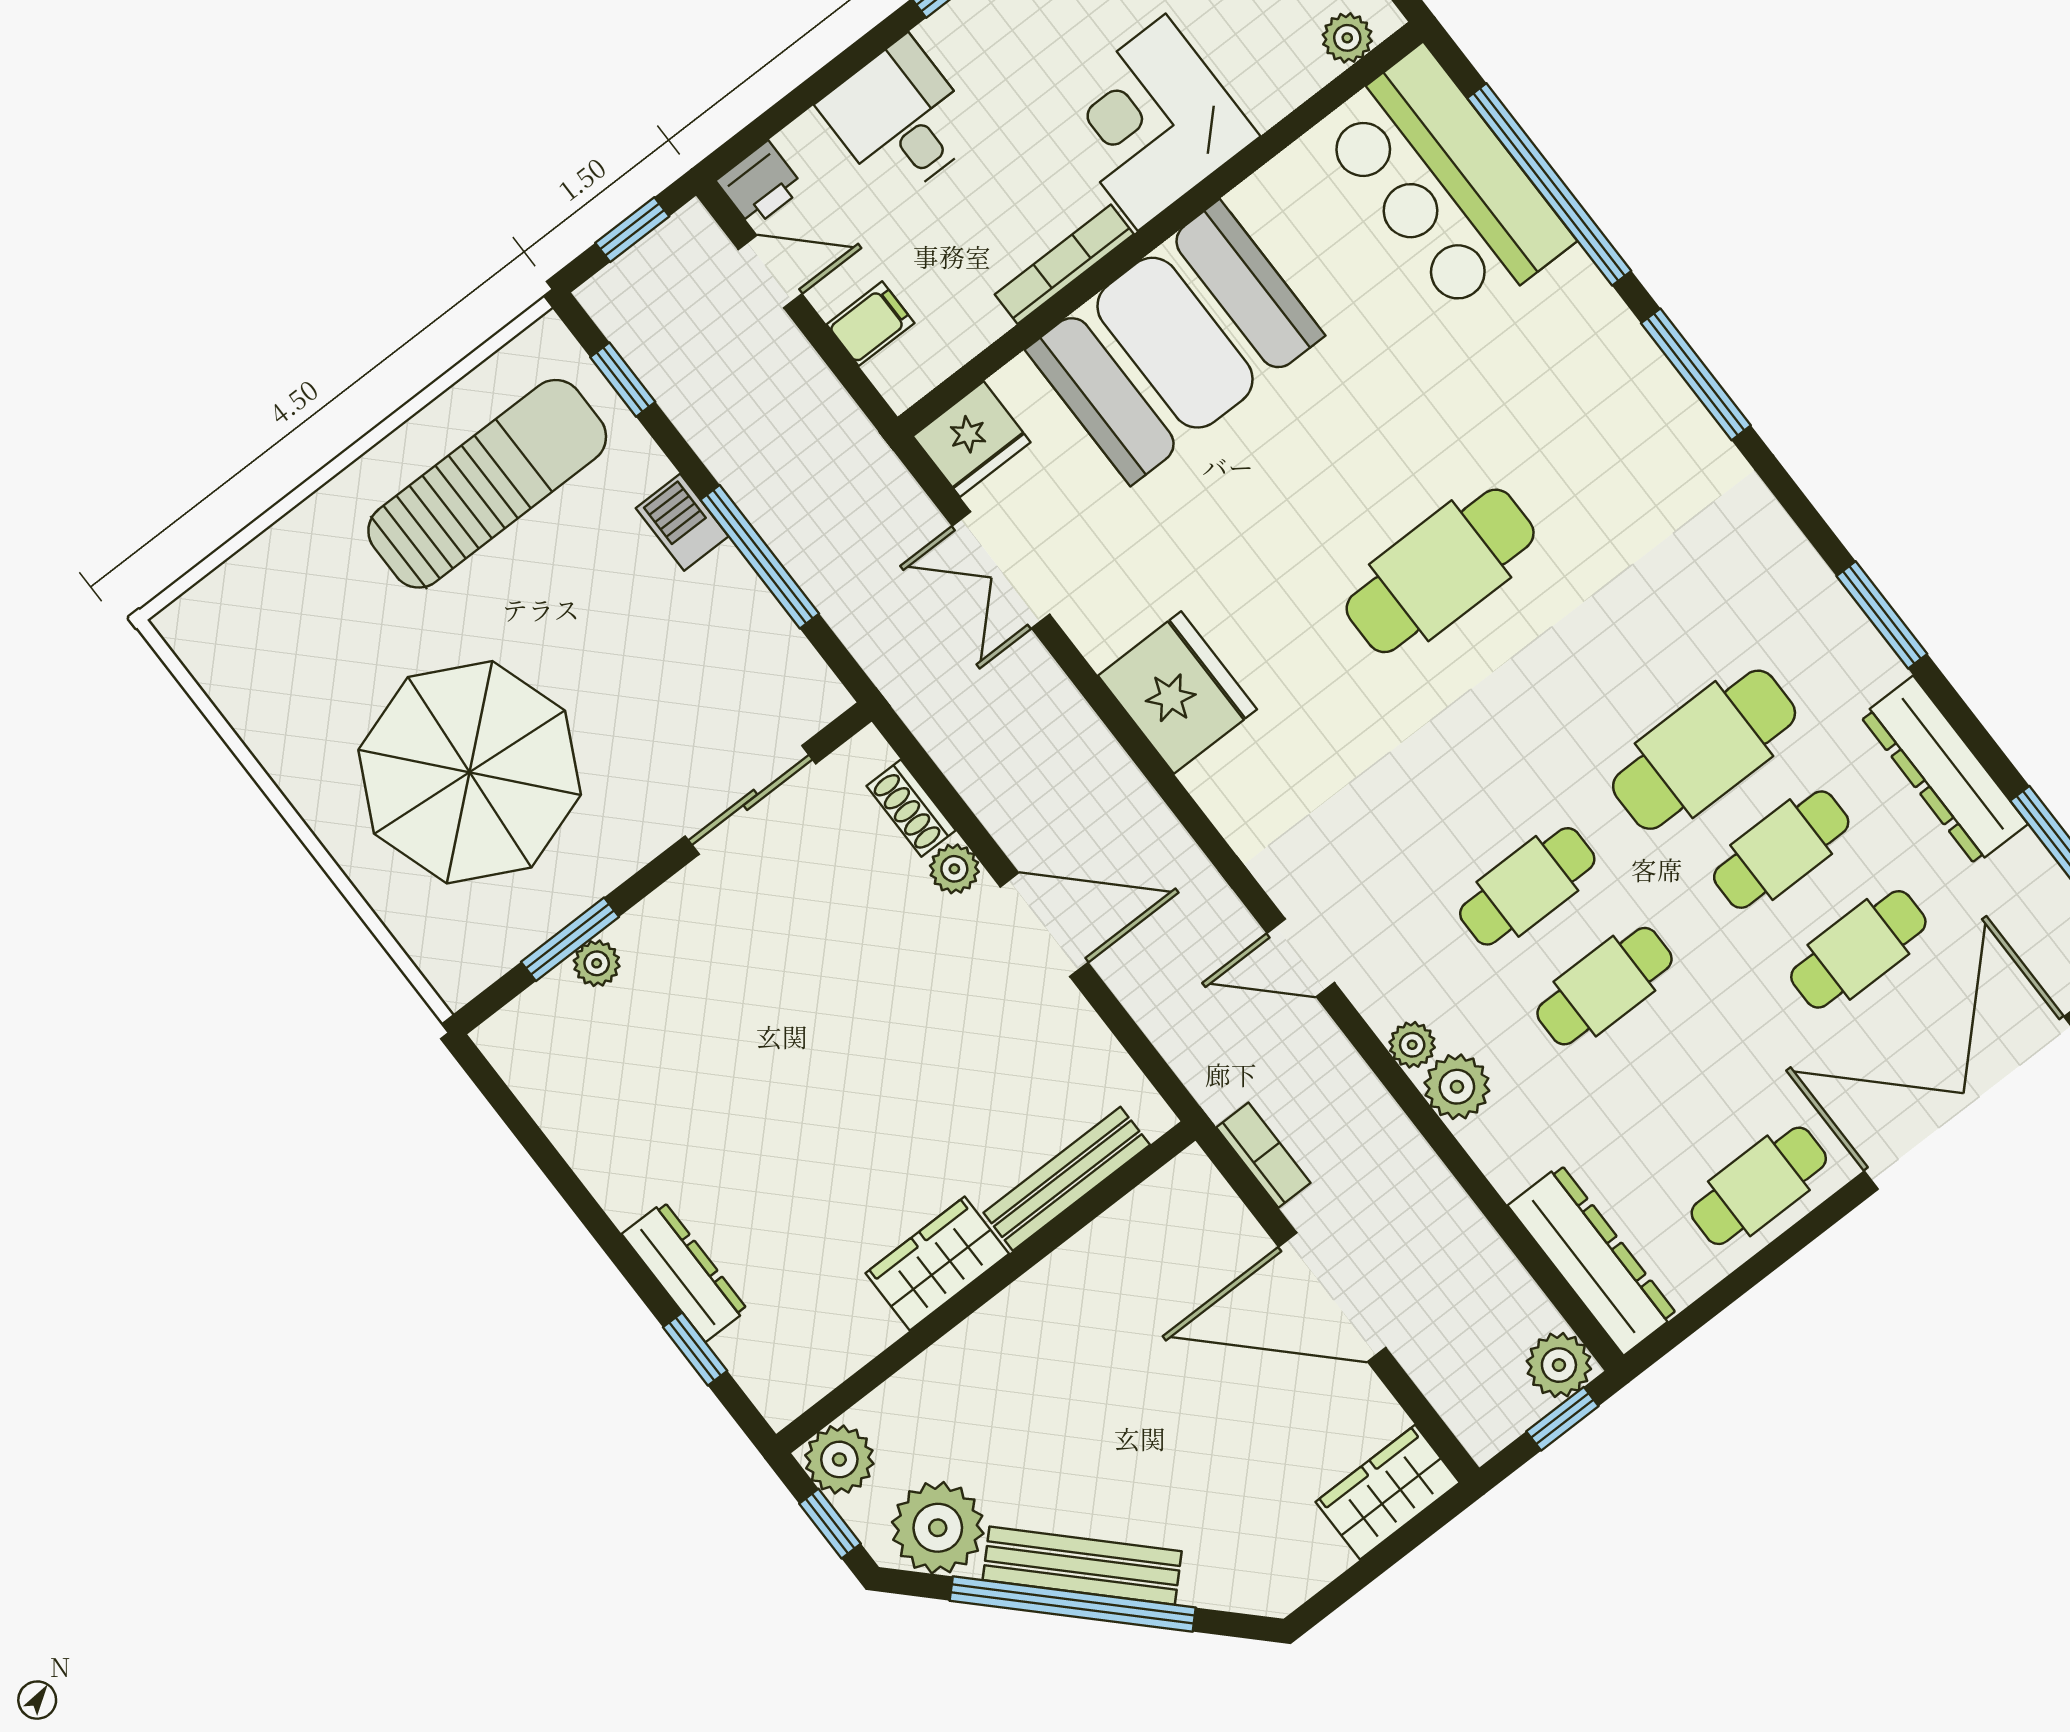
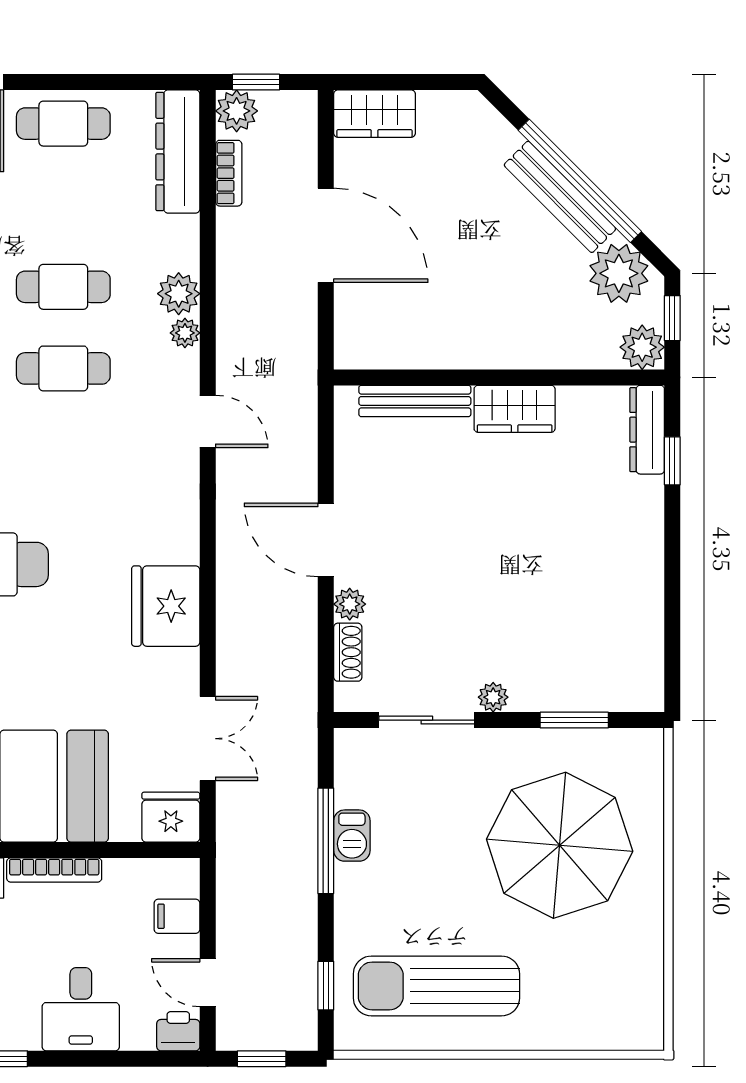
barbecue: (682, 522) -> (352, 836), moved
plant: (597, 963) -> (493, 697), moved
bookcase: (1263, 1155) -> (229, 173), moved, turned 180
dresser: (685, 1272) -> (647, 430), moved

